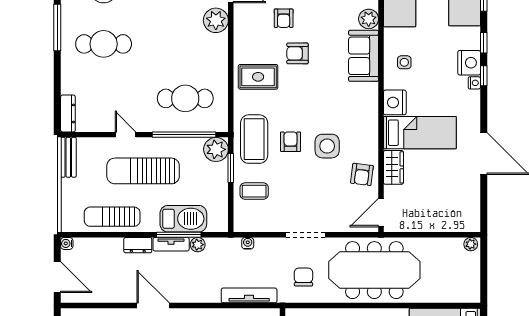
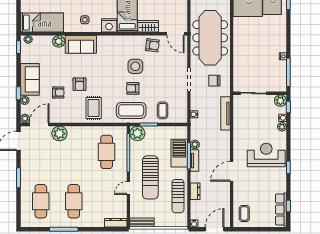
dresser: (138, 245) -> (195, 191), moved

